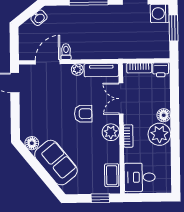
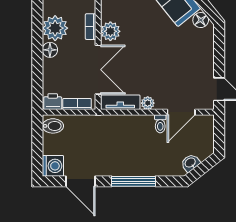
window: (174, 28) -> (37, 149), removed
bidet: (160, 48) -> (53, 126), added
double door: (121, 98) -> (98, 70), width x1.37
armchair: (83, 114) -> (142, 53), removed

